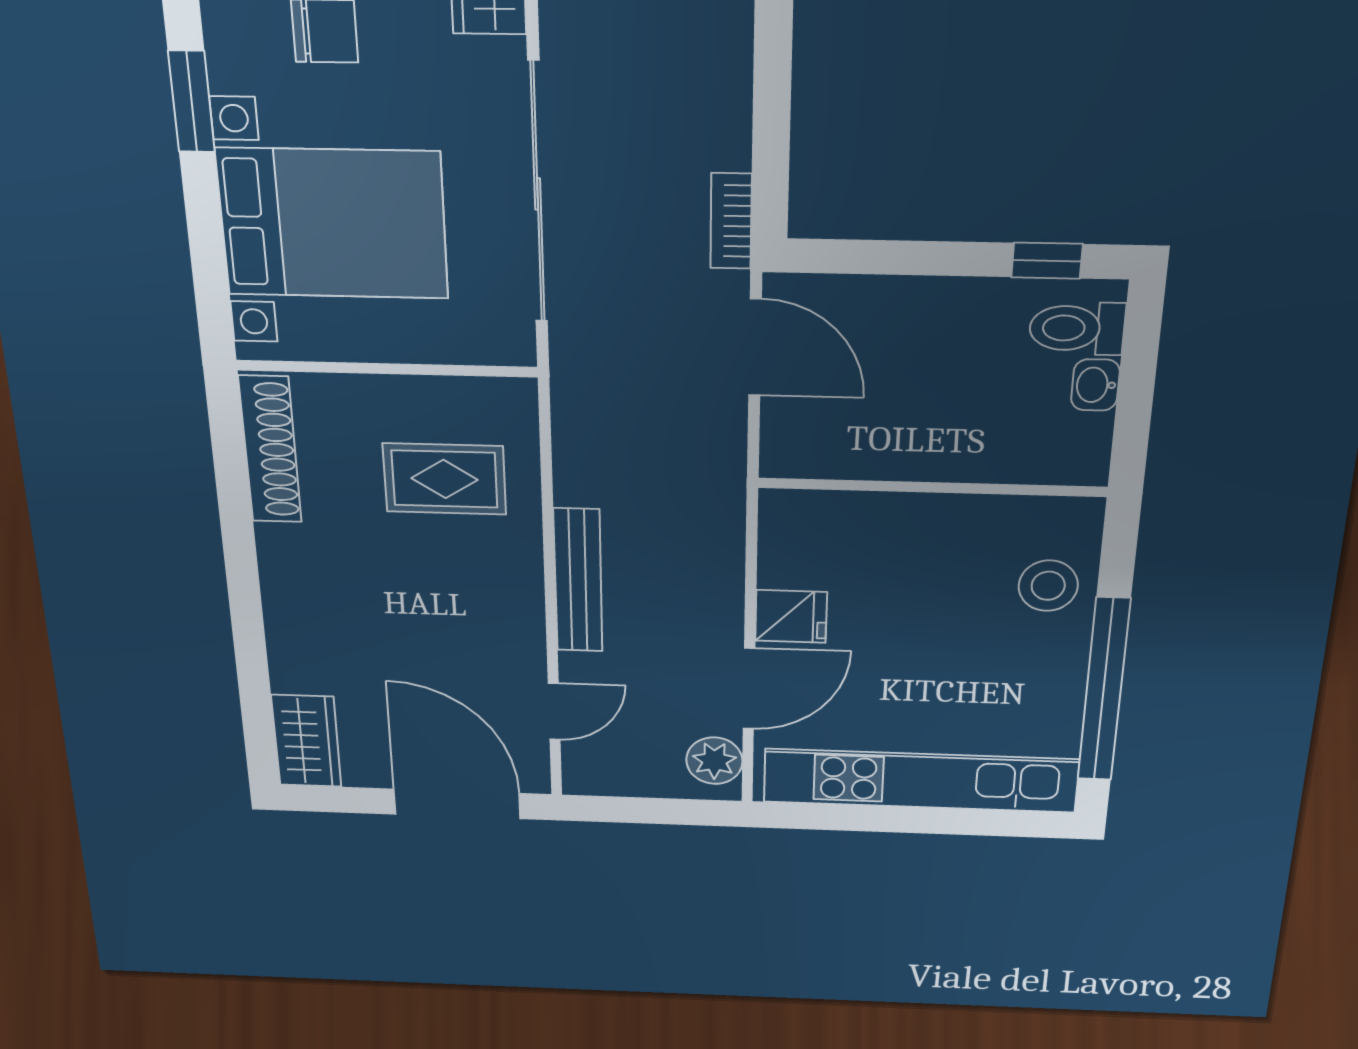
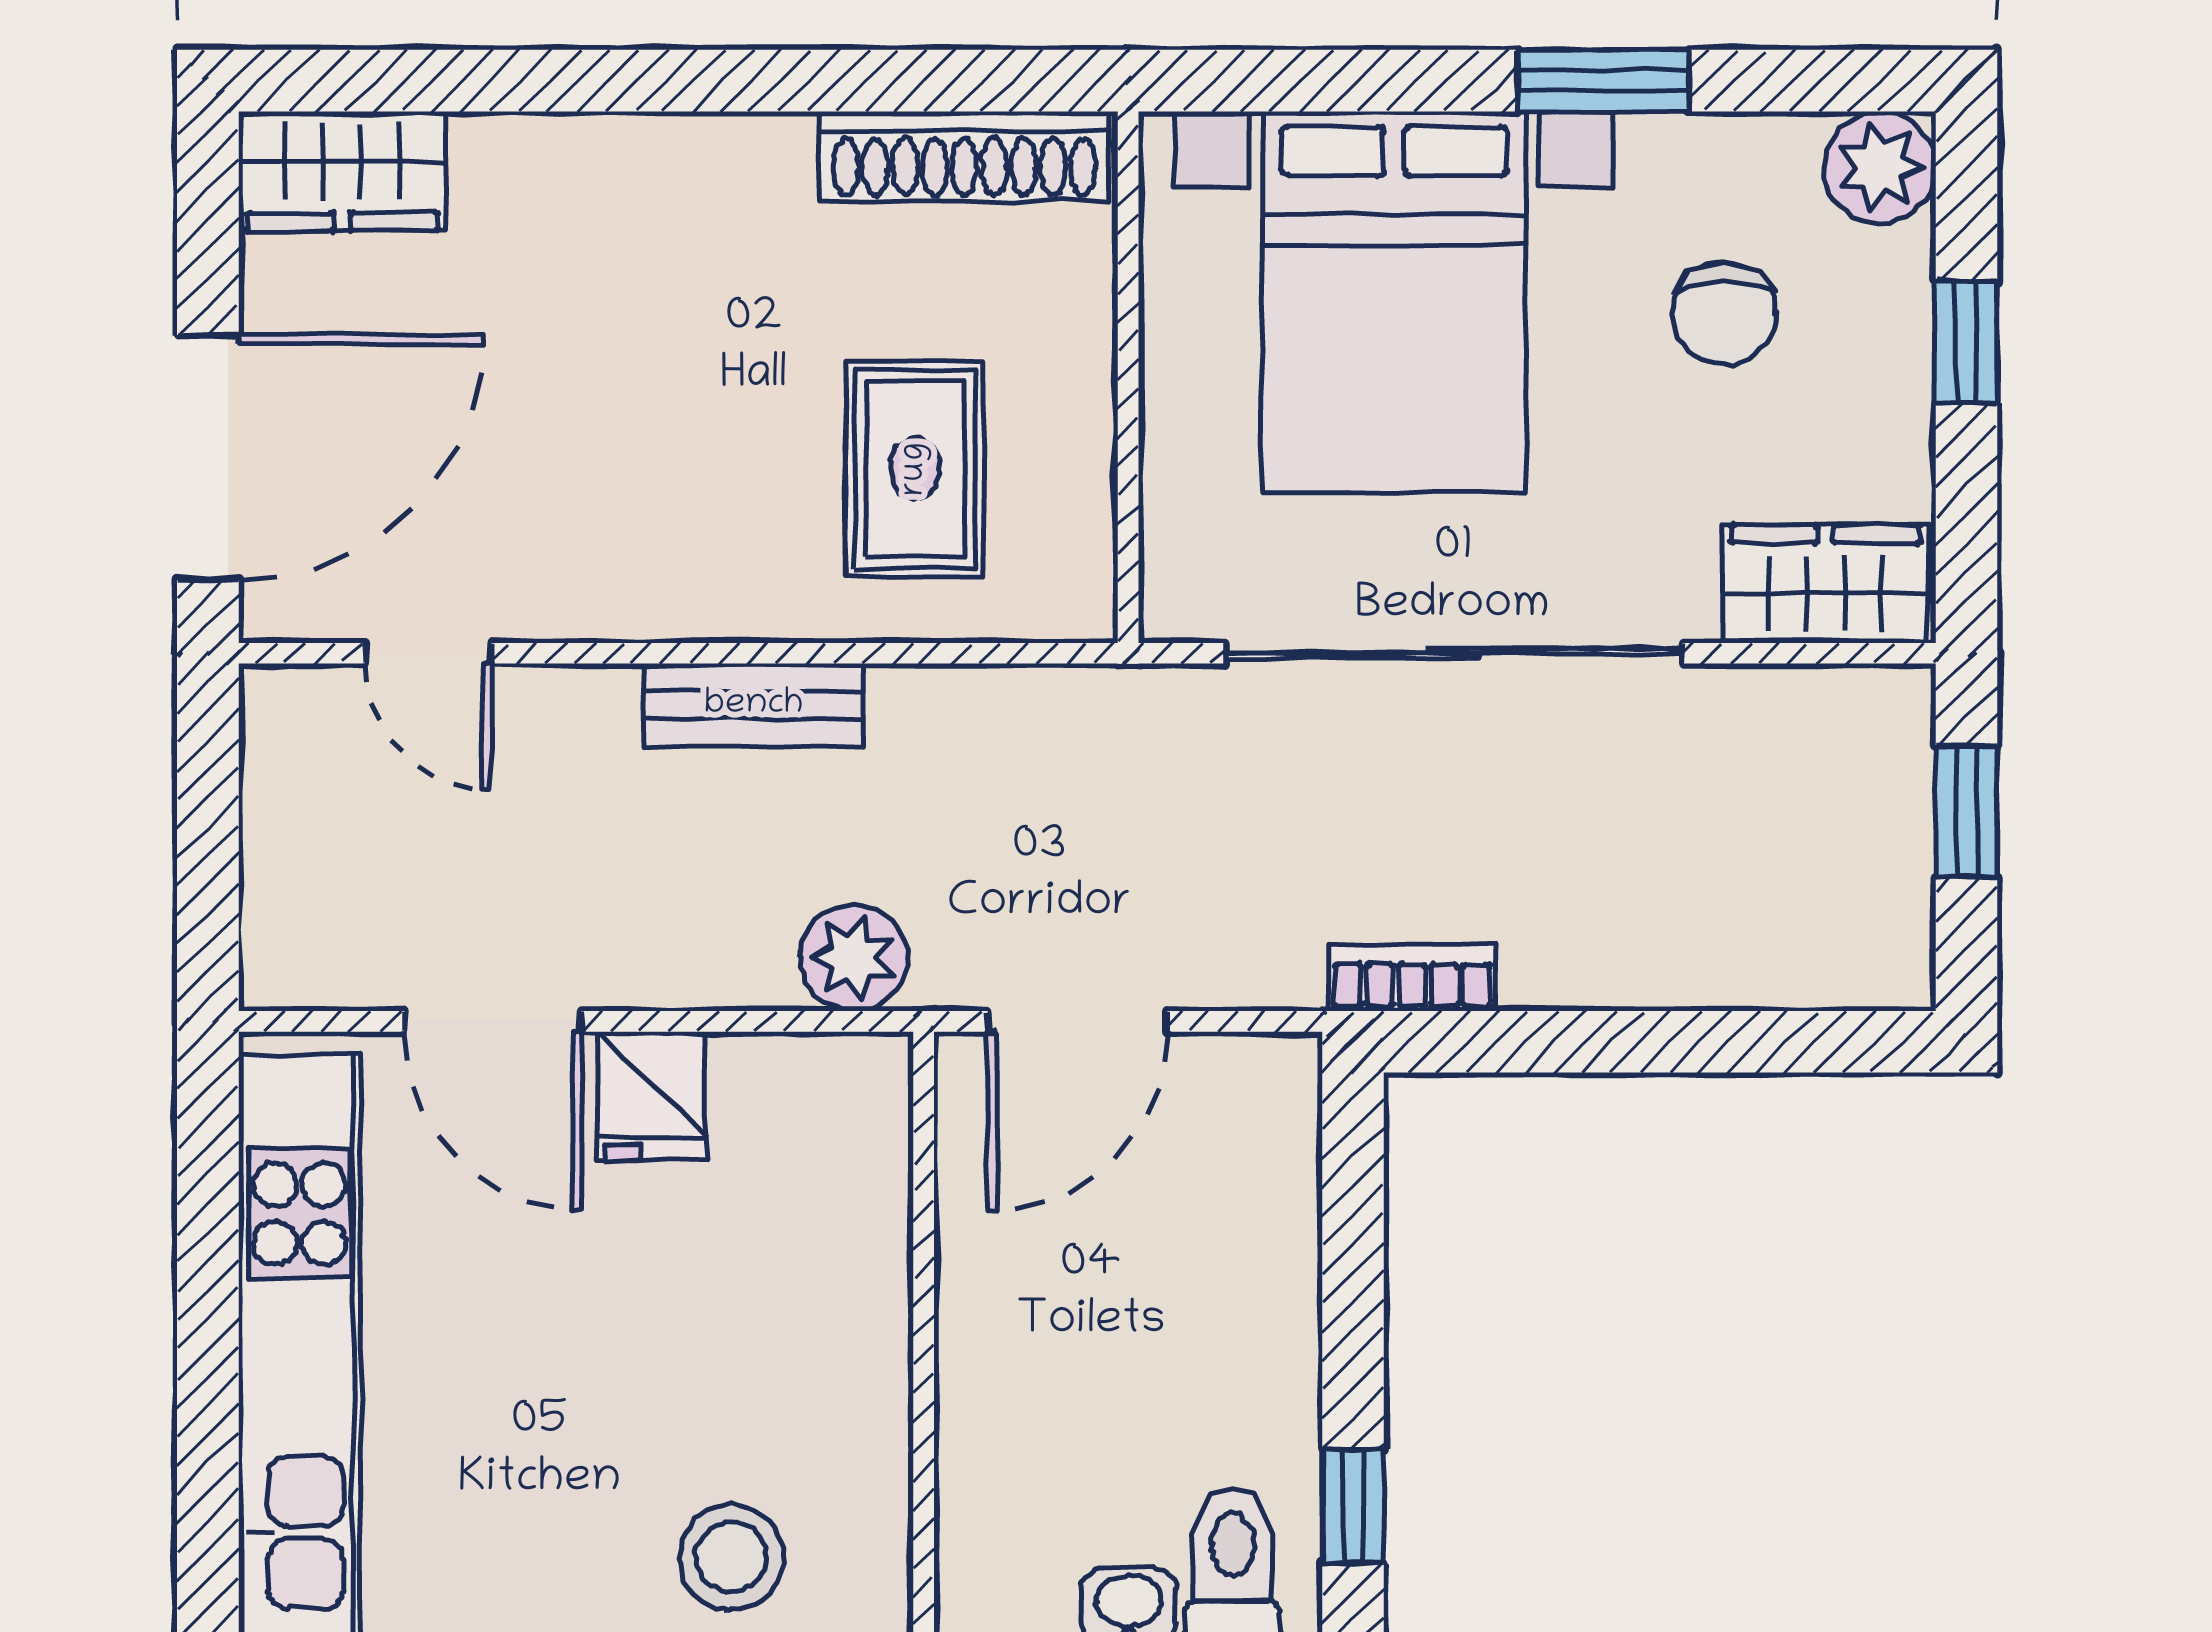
door: (755, 347) -> (1078, 1021), moved
bench: (578, 581) -> (754, 705), width x0.73
plant: (714, 761) -> (853, 958), moved

